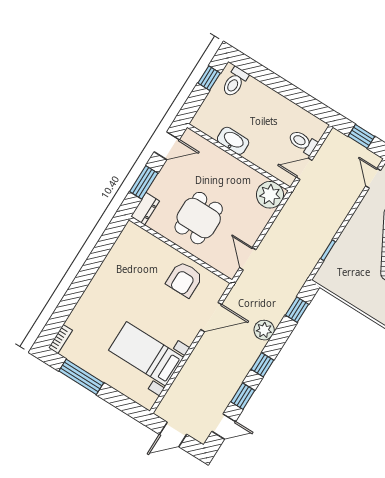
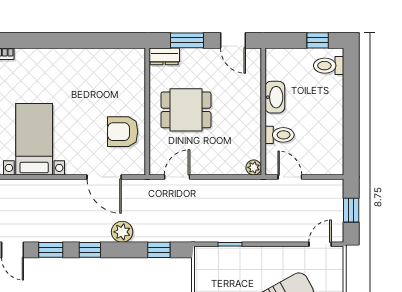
toilet: (303, 142) -> (280, 135), moved, turned 90
plant: (270, 195) -> (254, 167), width x0.53, depth x0.53

